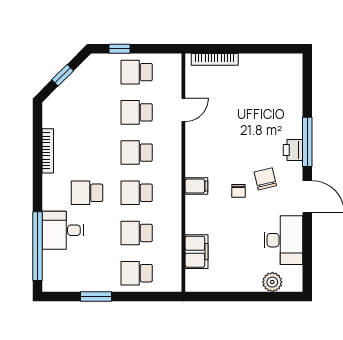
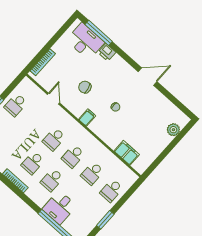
school desk: (137, 112) -> (33, 163), moved
window: (307, 142) -> (99, 33), moved
printer: (293, 150) -> (107, 52), moved
chair: (265, 179) -> (85, 87), moved
filing cabinet: (196, 186) -> (87, 118), moved
desk: (283, 240) -> (85, 41), moved

